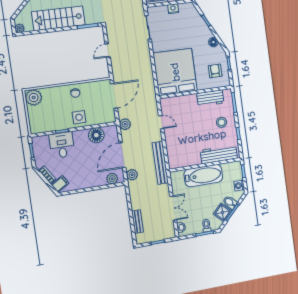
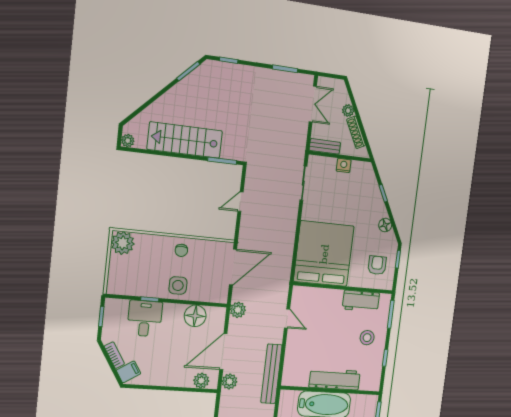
workbench: (219, 154) -> (335, 379), moved

